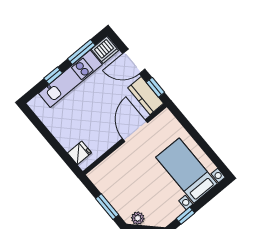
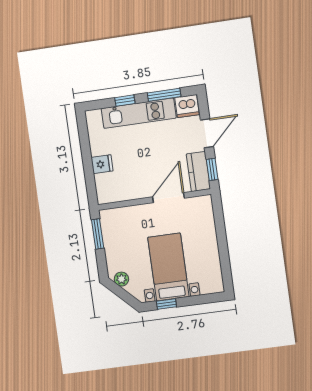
door: (134, 61) -> (207, 133), swing flipped
fridge: (79, 153) -> (102, 164), moved
bed with nightstands: (187, 171) -> (168, 267), moved
window: (107, 207) -> (98, 234), moved

